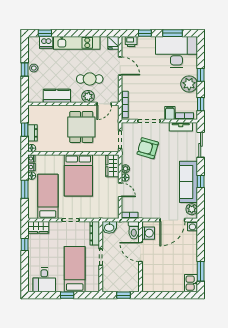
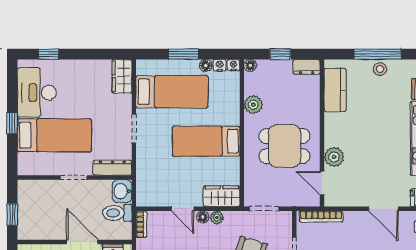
door: (120, 66) -> (383, 209), hinge flipped
window: (25, 70) -> (378, 54), width x2.17
cafe table: (90, 79) -> (362, 160), removed
kitchen counter: (57, 96) -> (335, 90), moved
dresser: (32, 133) -> (307, 67), moved
plant: (56, 146) -> (253, 105), added
bed: (78, 175) -> (206, 141), width x0.67
door: (120, 190) -> (183, 209), hinge flipped
toilet: (134, 230) -> (117, 213), moved
window: (25, 244) -> (49, 54), moved
door: (141, 252) -> (82, 242), hinge flipped
desk: (44, 280) -> (37, 93), width x1.37

